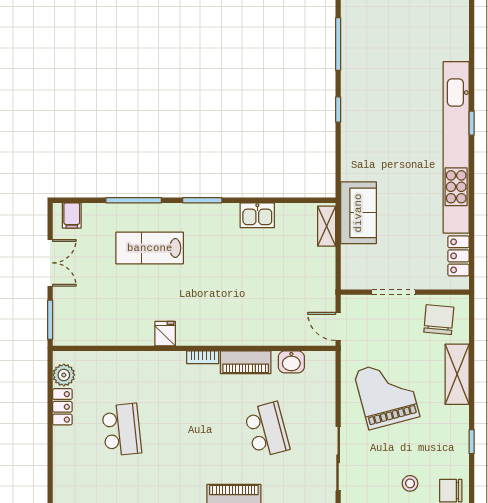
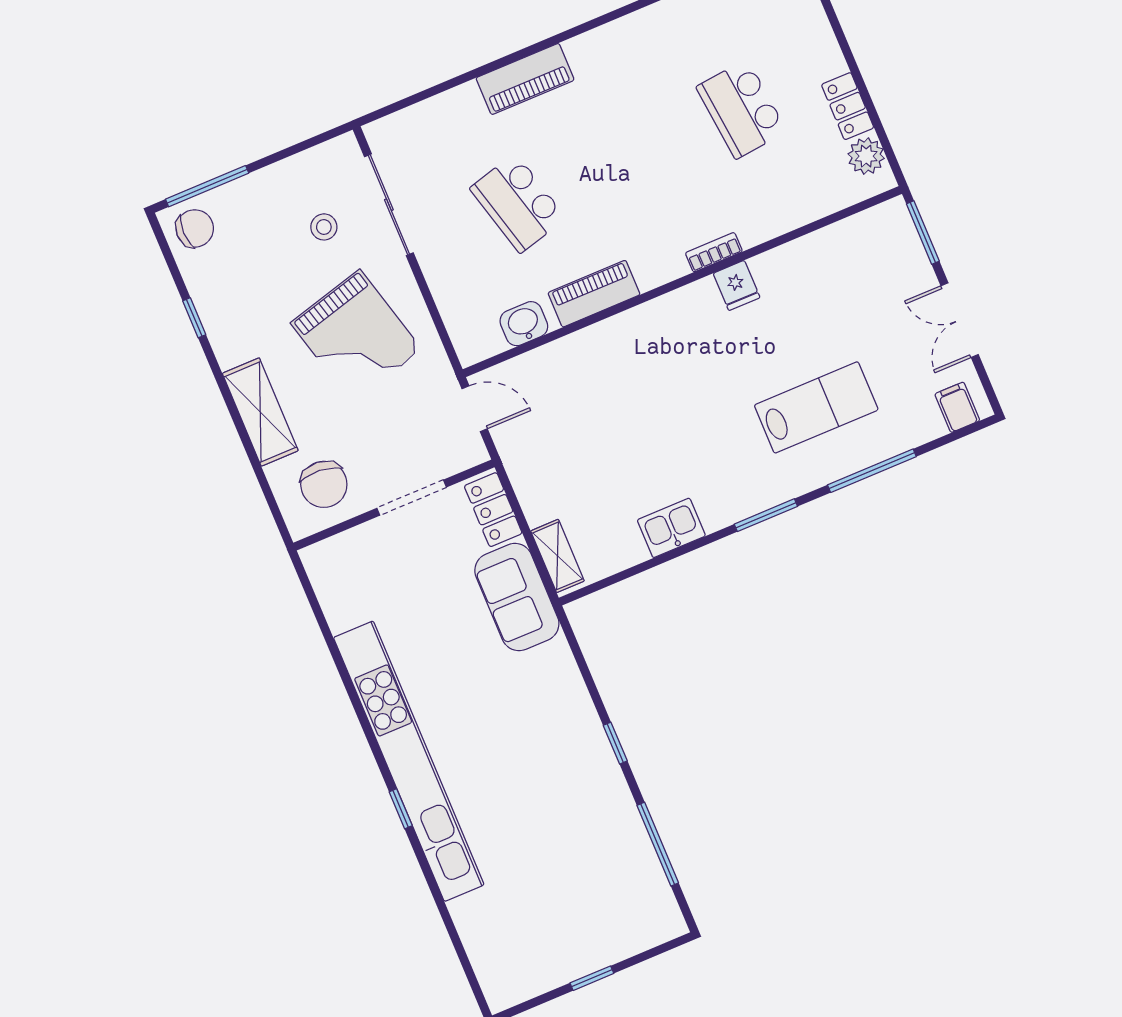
locker: (458, 256) -> (493, 510), moved, turned 180
bookcase: (203, 357) -> (714, 252), moved
stool: (410, 483) -> (324, 227), moved

